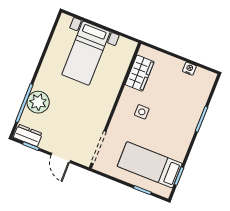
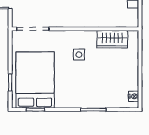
nightstand: (189, 69) -> (133, 96), moved
bed: (150, 165) -> (35, 80), width x1.50

